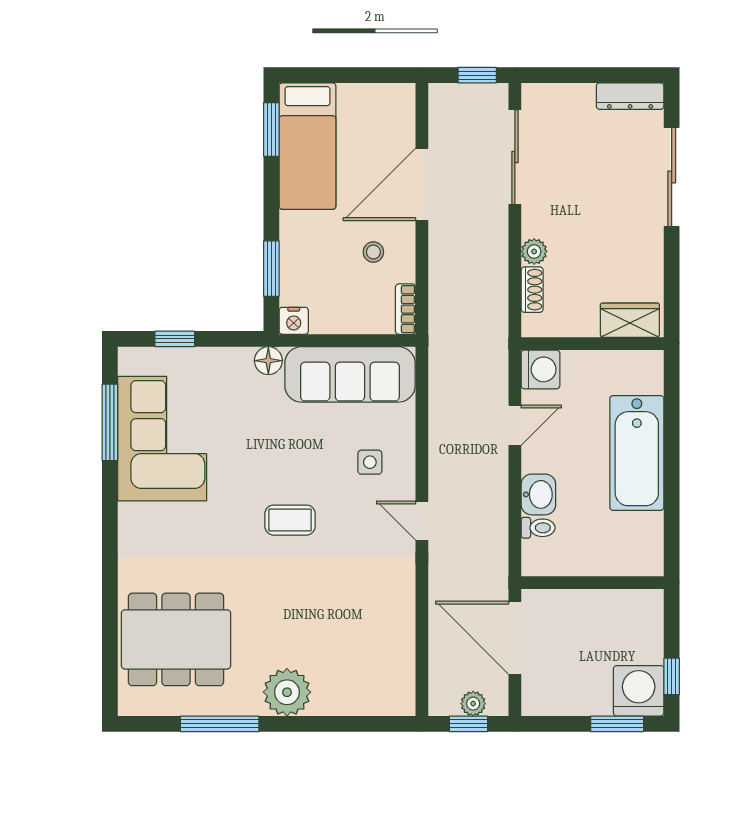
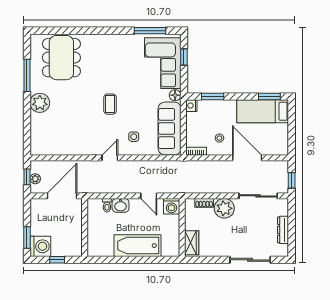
dresser: (630, 96) -> (283, 230), moved
plant: (534, 251) -> (224, 208), width x1.87, depth x1.87
corner sofa: (162, 439) -> (163, 63), moved, turned 90
window: (672, 676) -> (57, 260), moved

